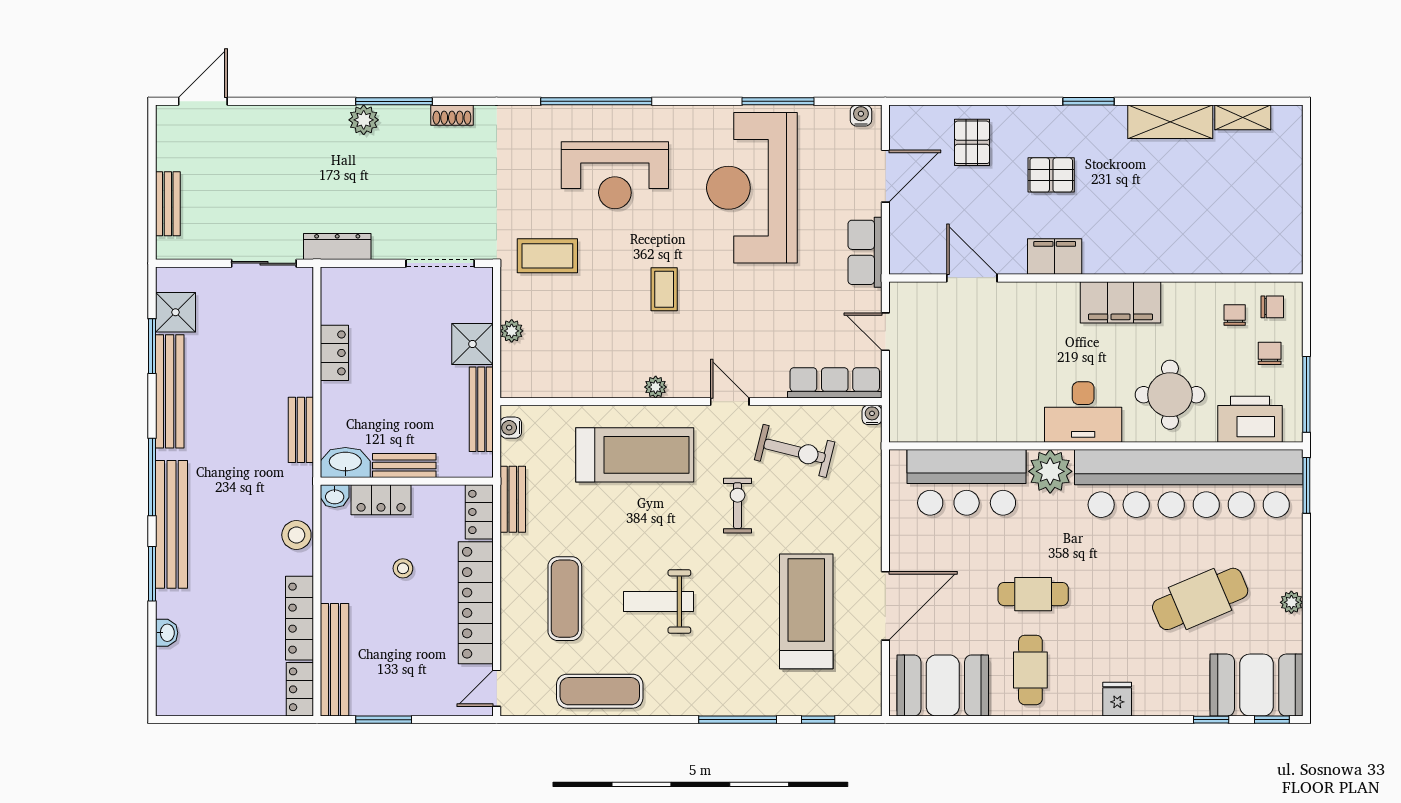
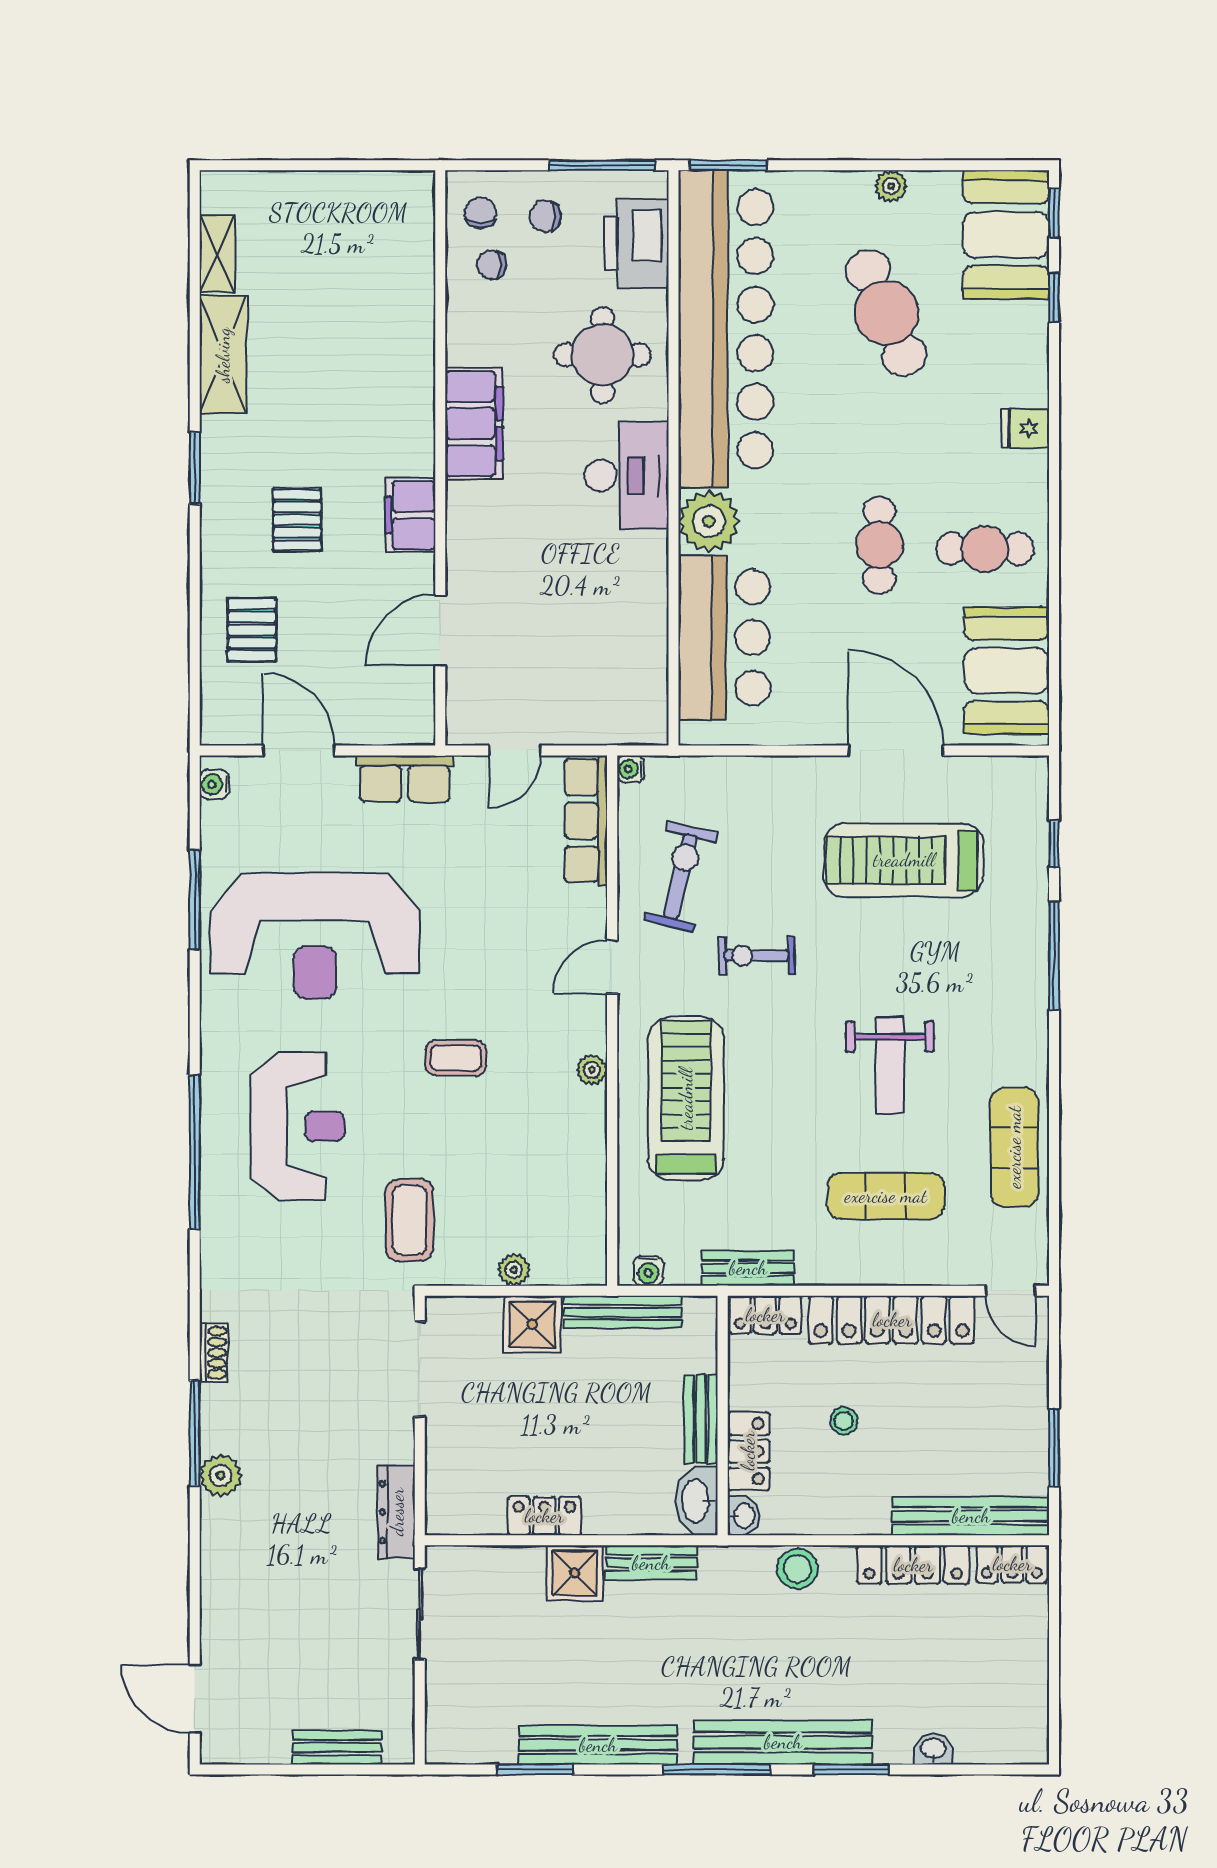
pallet: (972, 142) -> (252, 630), turned 90
shower: (176, 312) -> (575, 1573), moved

